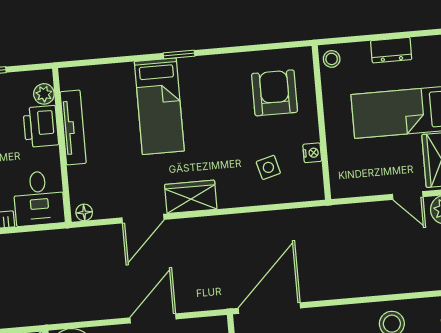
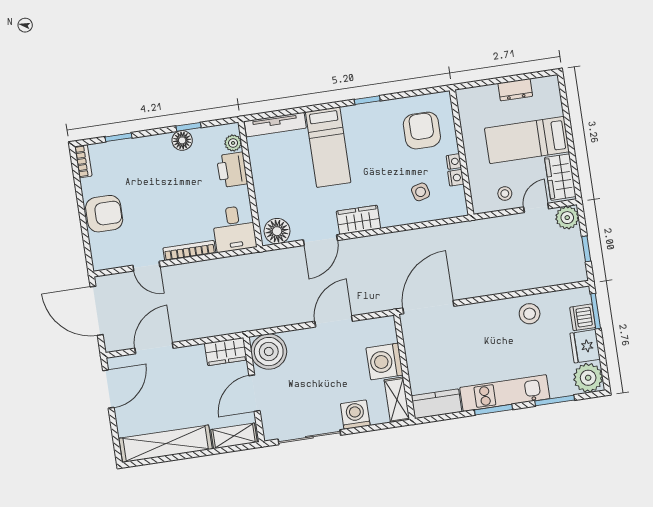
window: (179, 55) -> (367, 100), moved
stool: (332, 59) -> (505, 194), moved
tv unit: (73, 127) -> (275, 125), moved, turned 90
nightstand: (311, 133) -> (454, 162), added
door: (408, 195) -> (536, 208), swing flipped
floor lamp: (84, 212) -> (277, 231), width x1.89, depth x1.89

